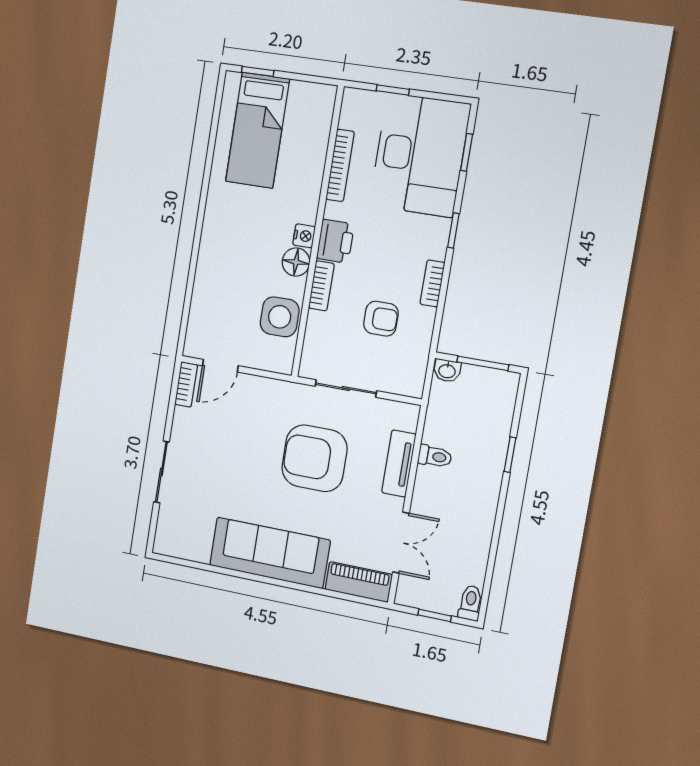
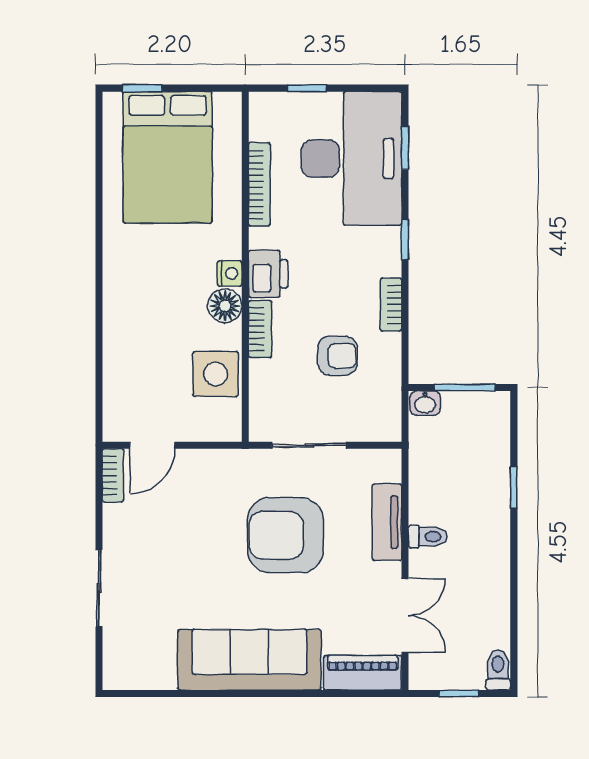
bed: (258, 130) -> (168, 157), width x1.50
toilet: (435, 456) -> (428, 537), moved

